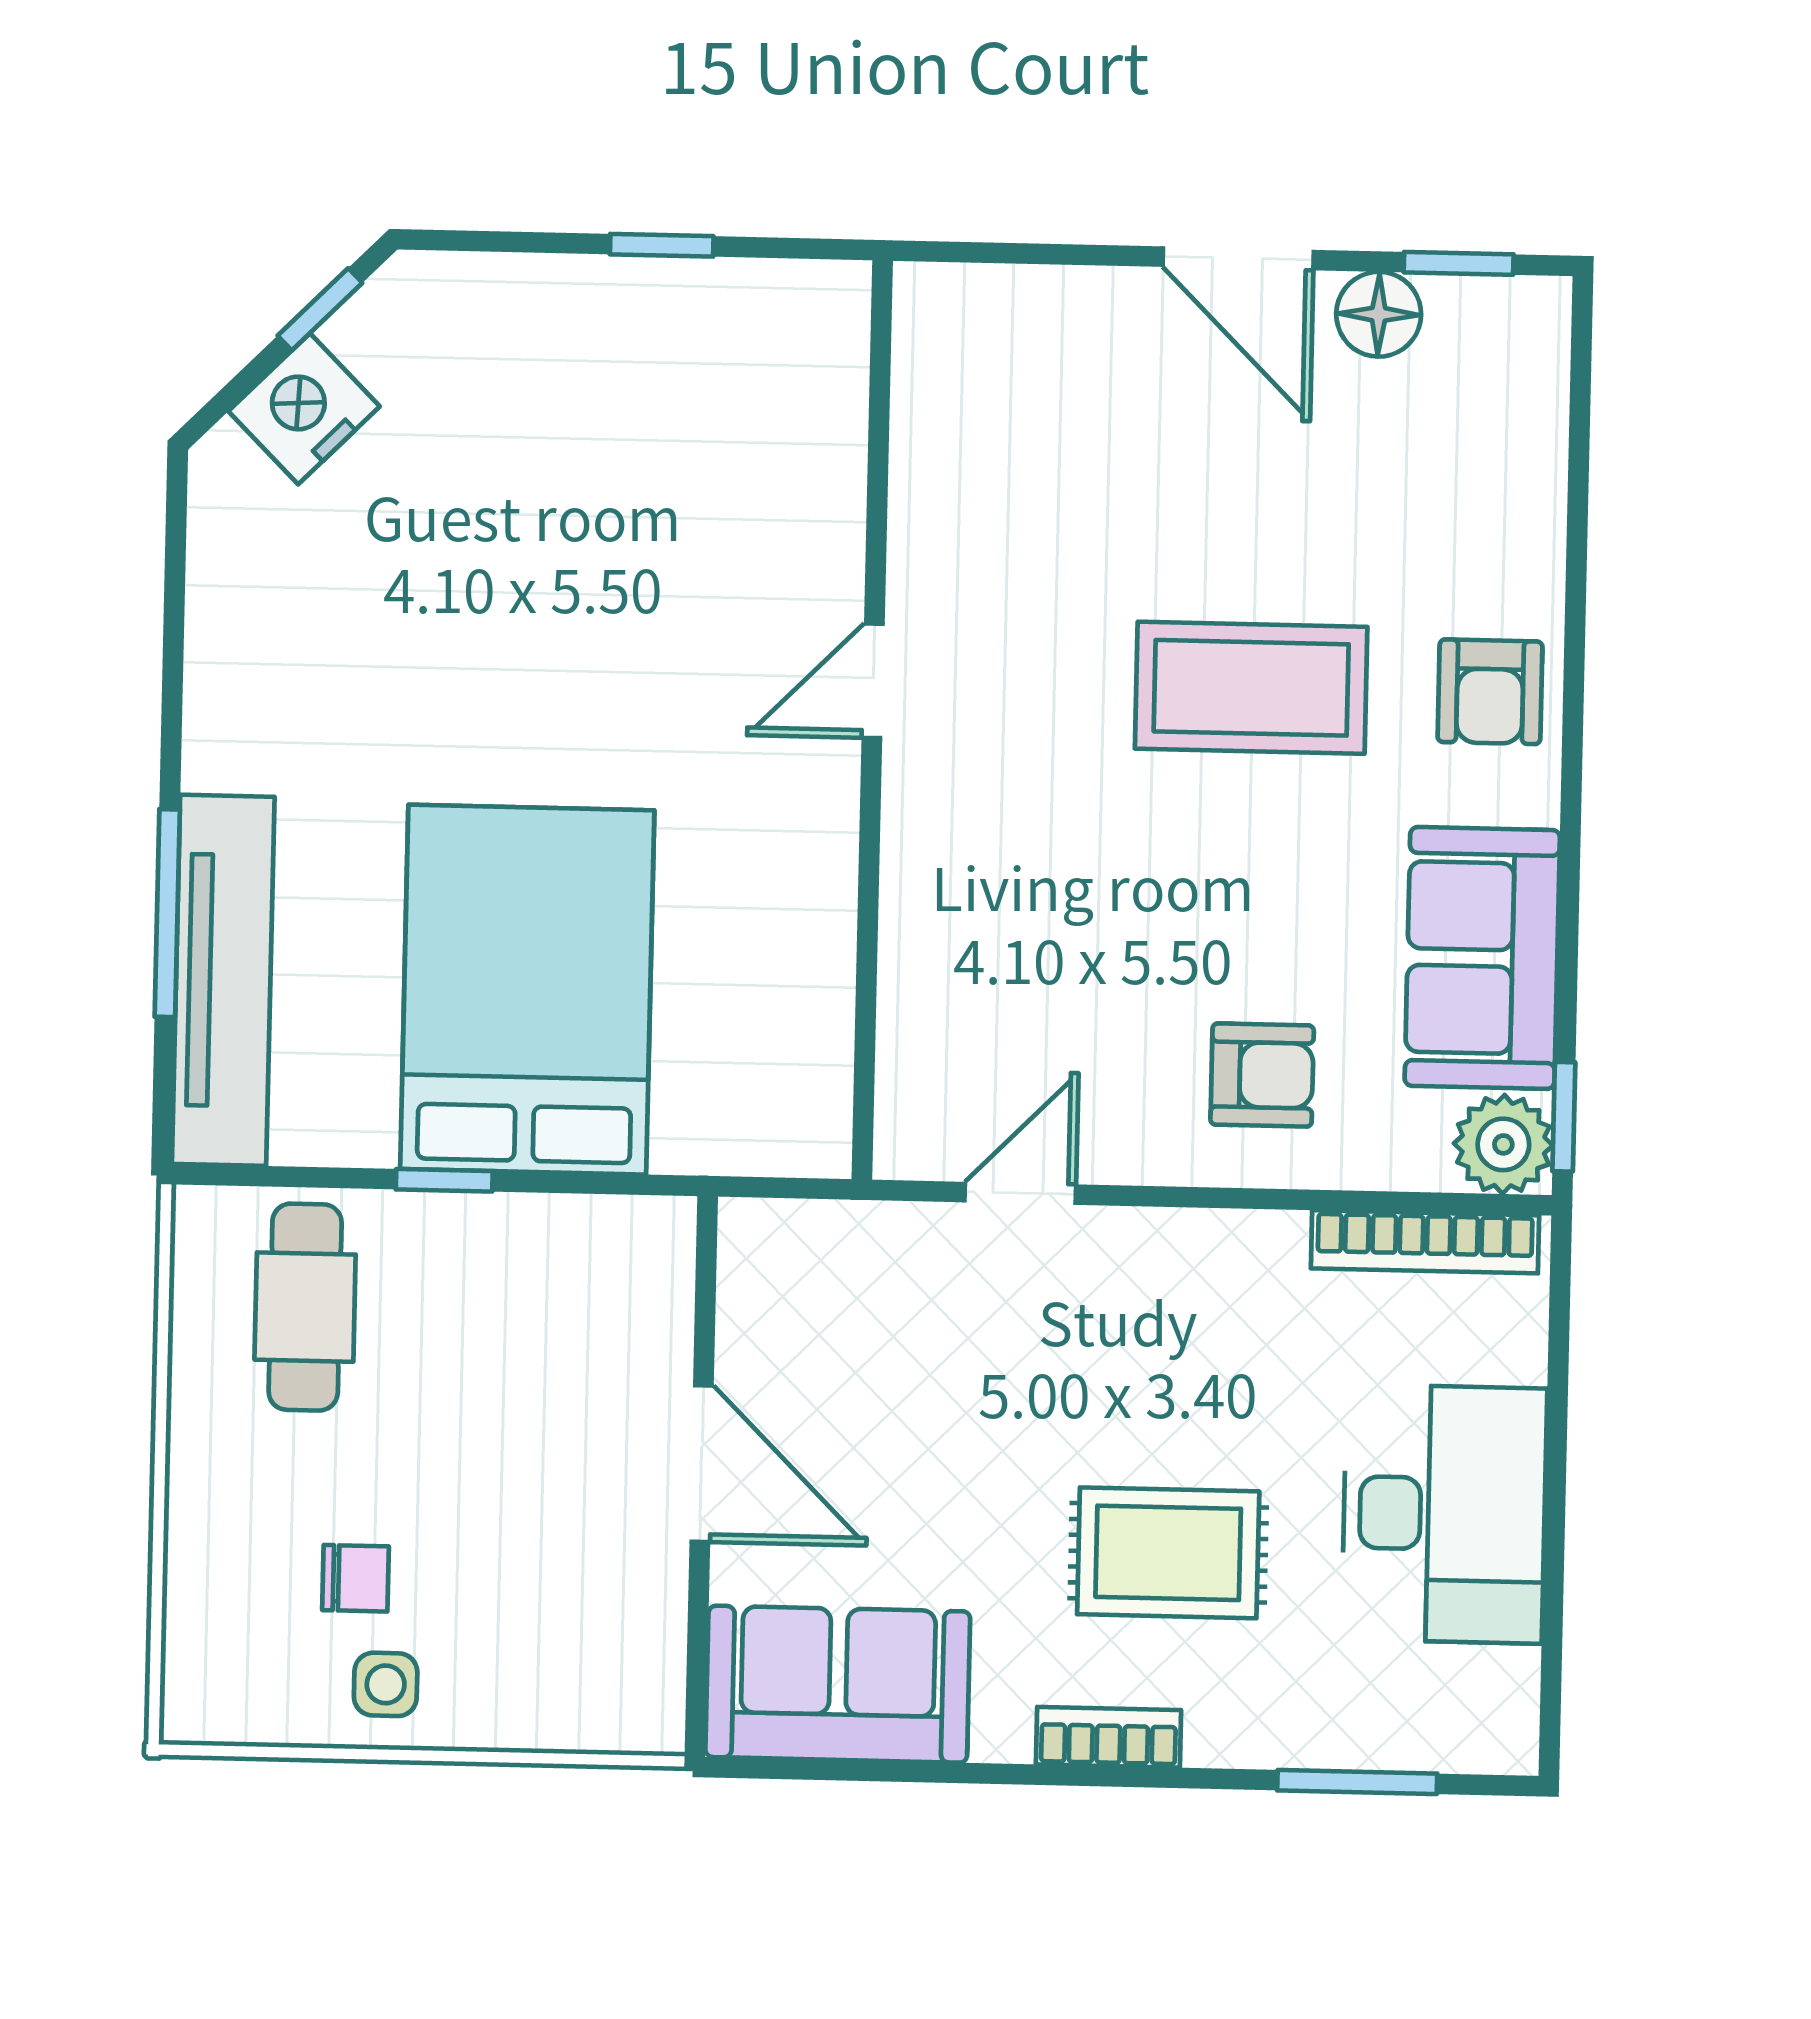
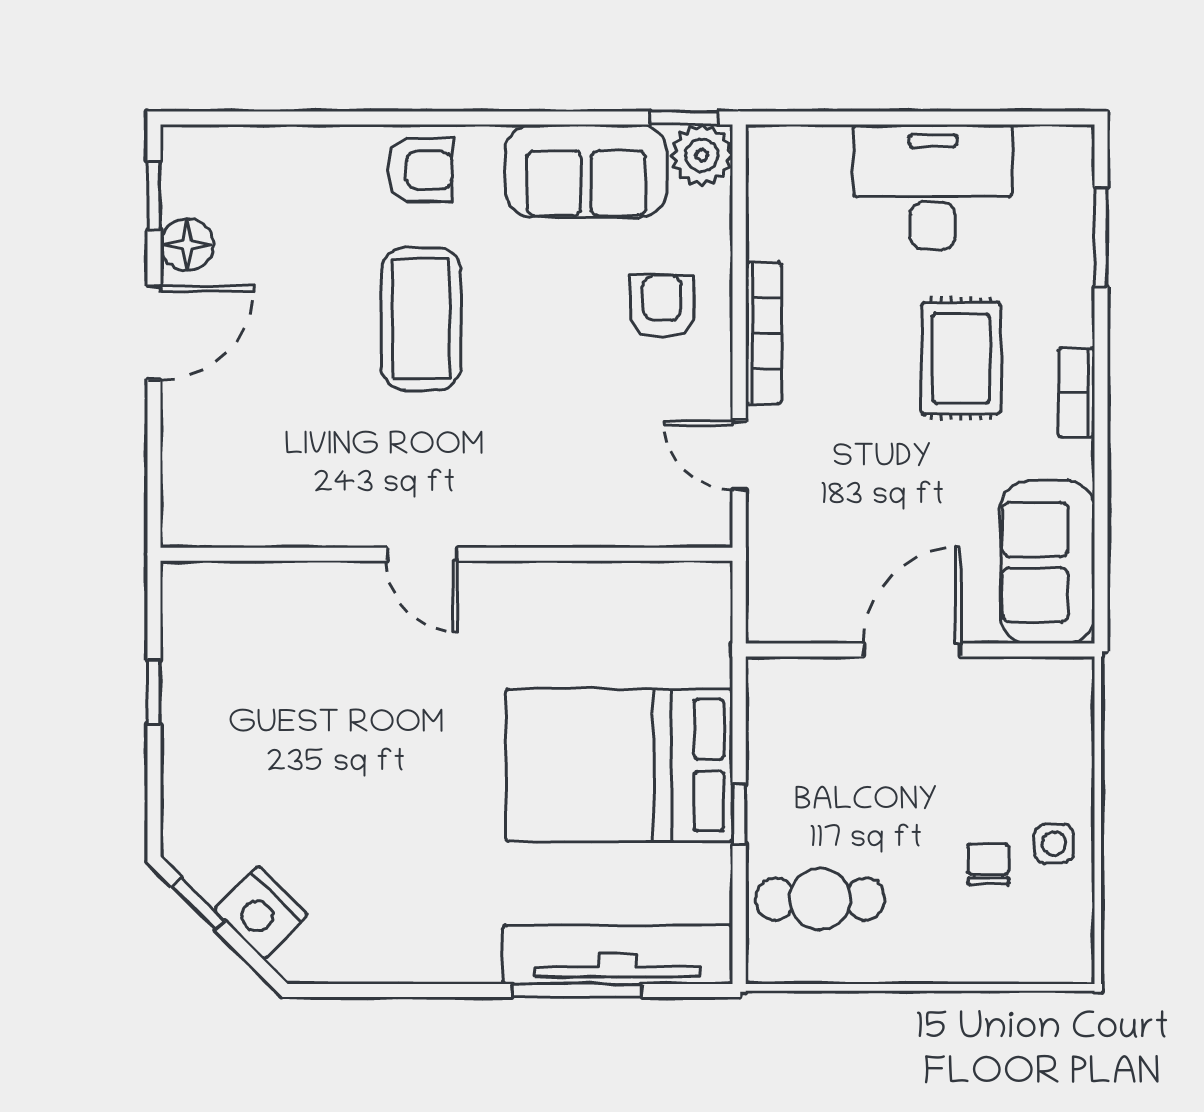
bookcase: (1425, 1242) -> (764, 333), moved

